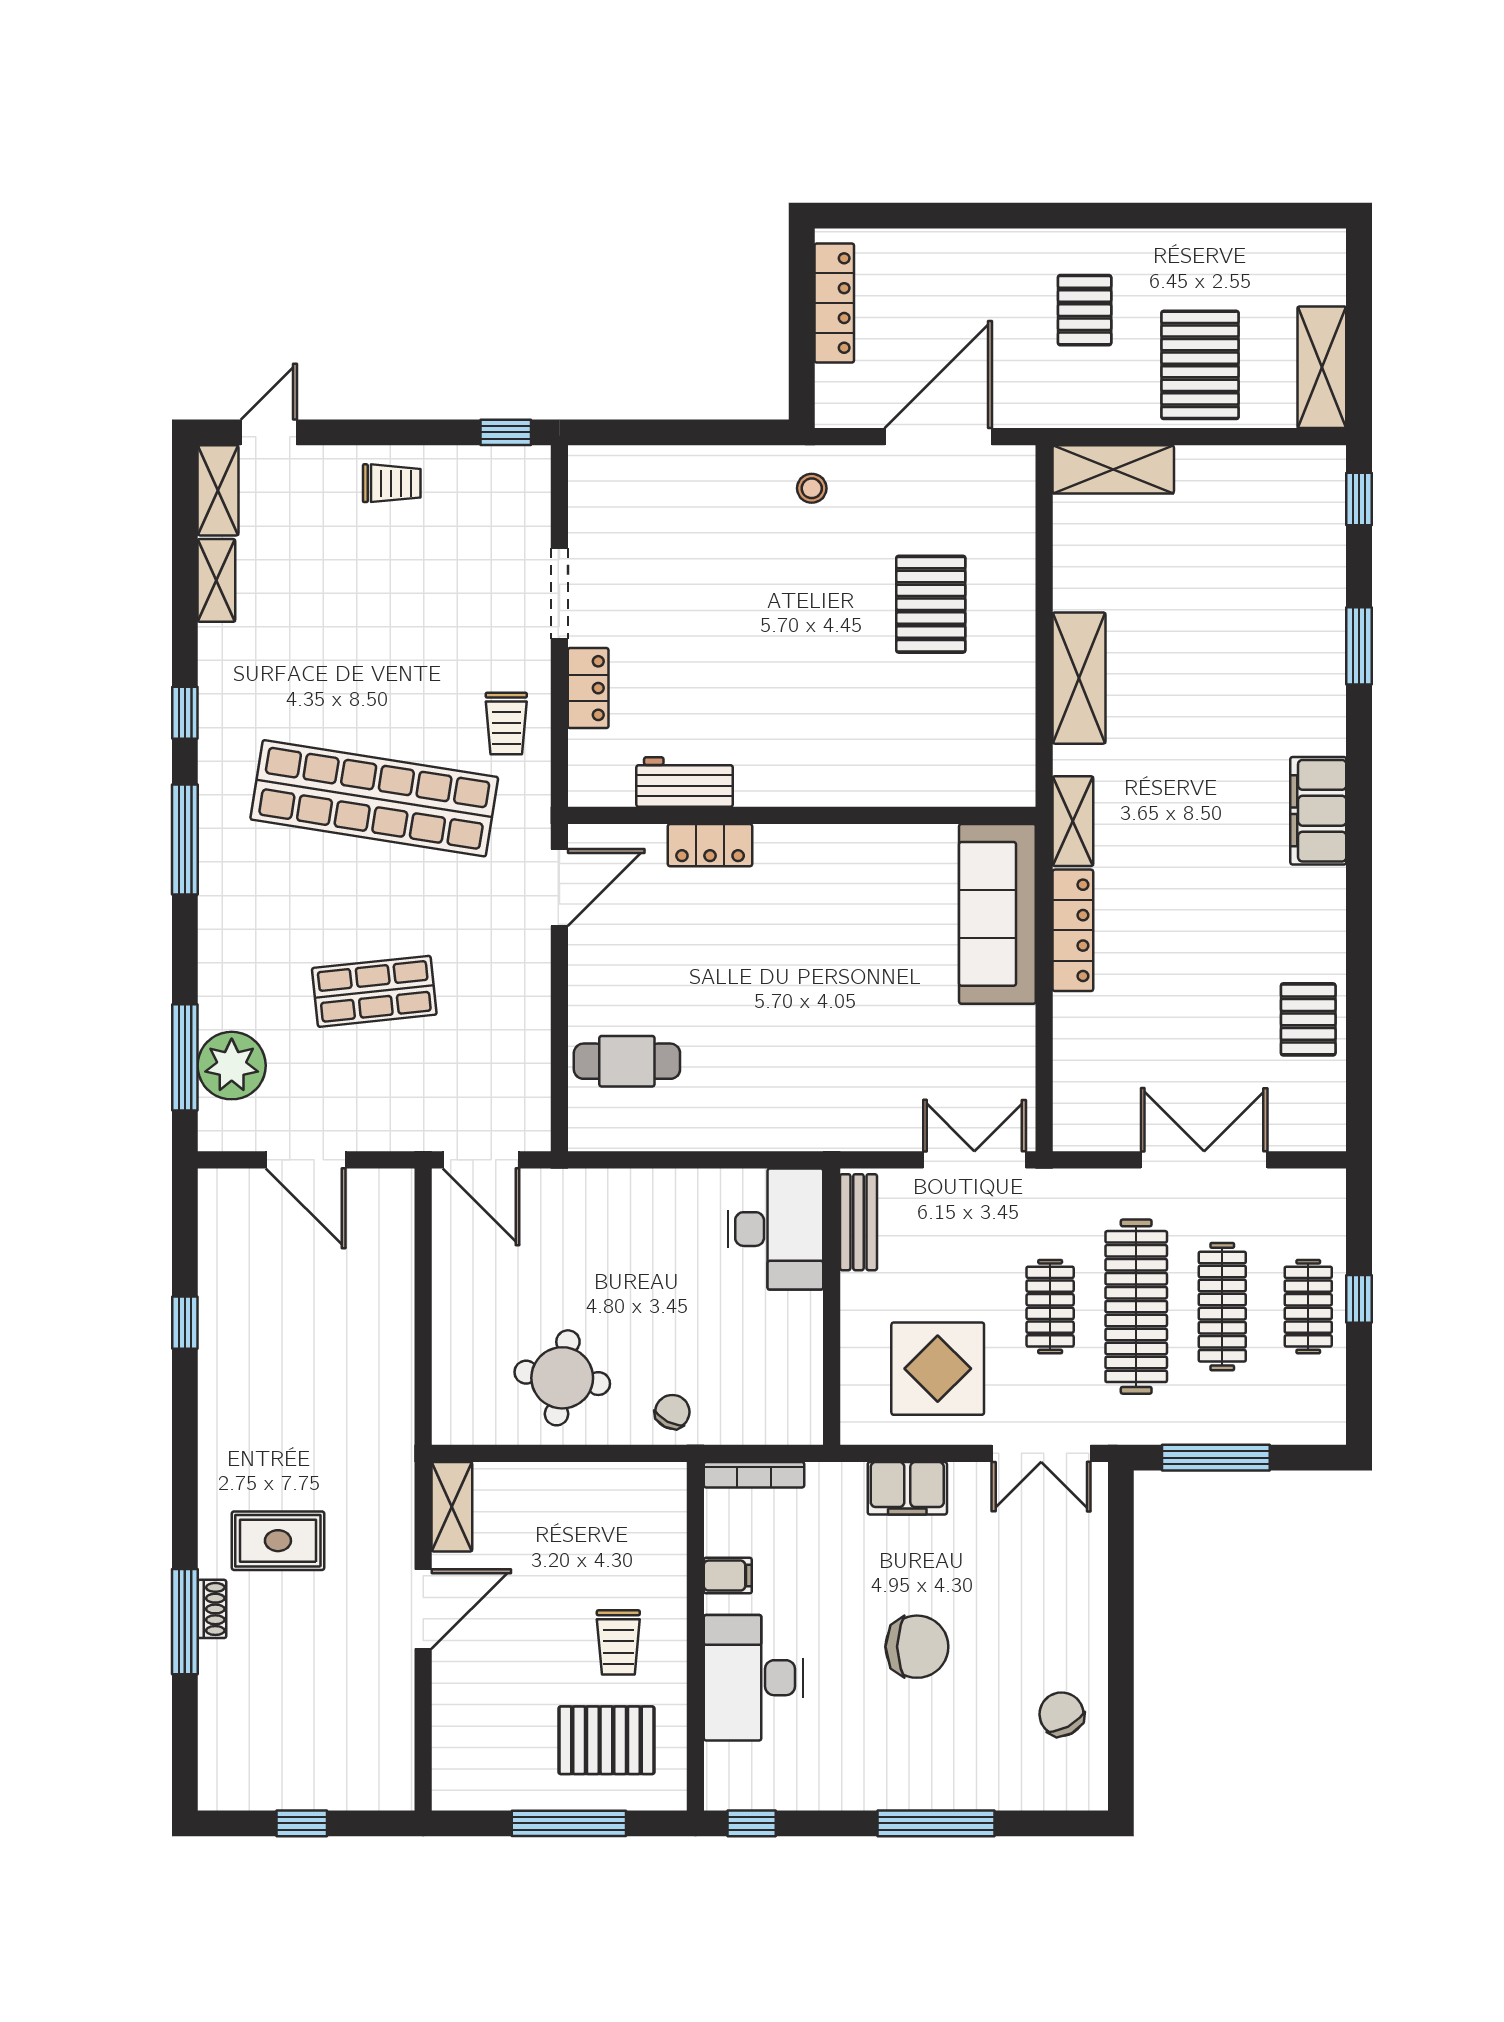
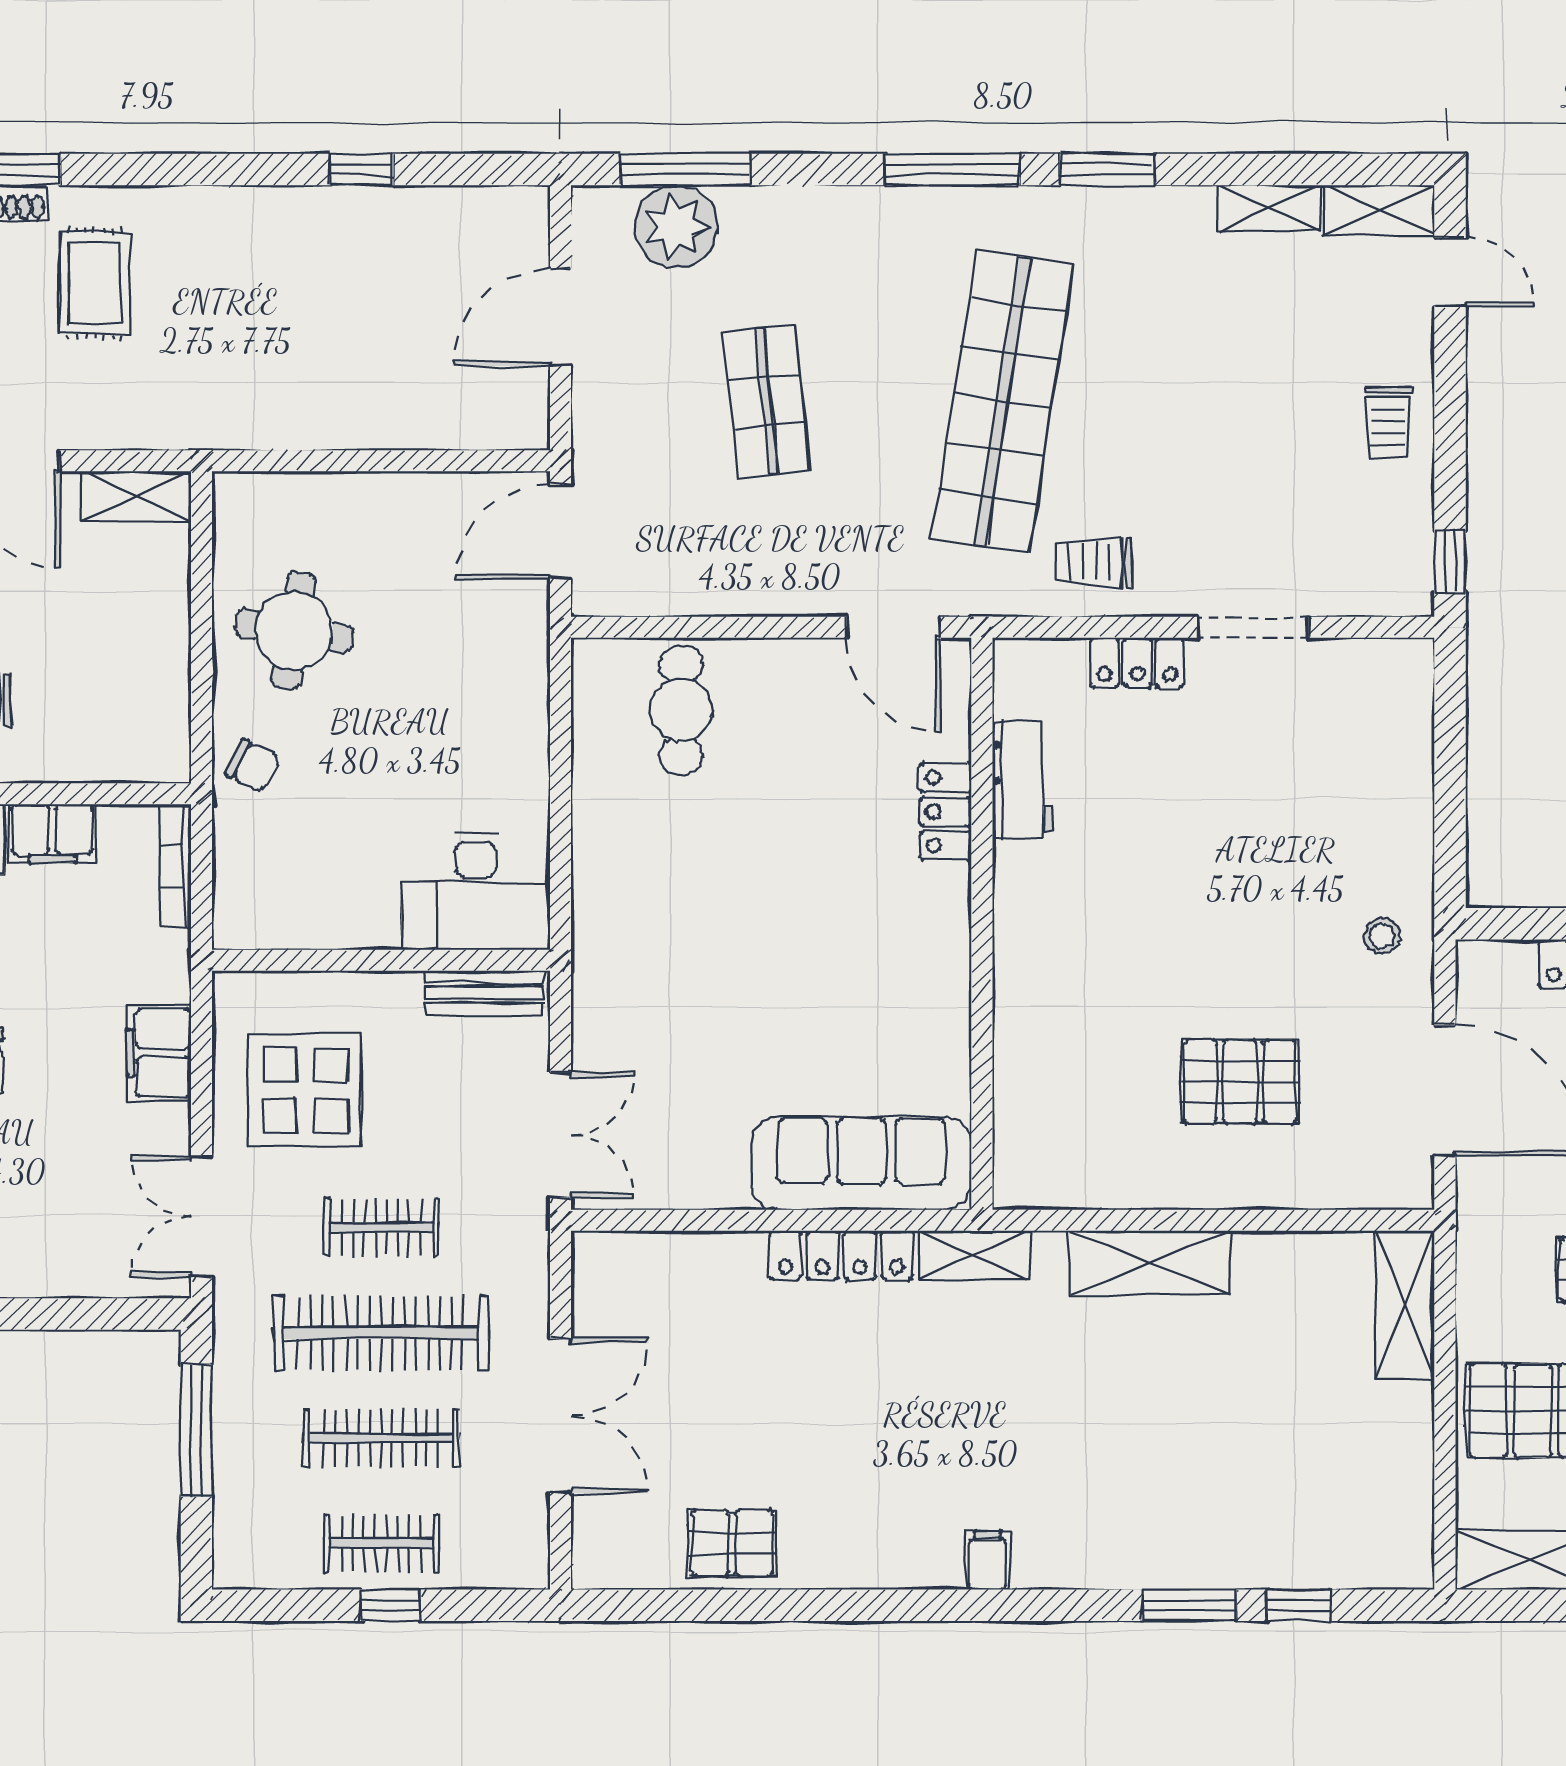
window: (1359, 499) -> (1298, 1605), moved
window: (185, 713) -> (1107, 169), width x1.50
filing cabinet: (1318, 811) -> (987, 1560), width x0.33, depth x0.86
filing cabinet: (728, 1576) -> (52, 833), width x2.00

